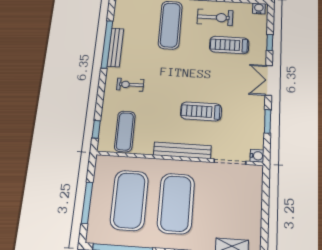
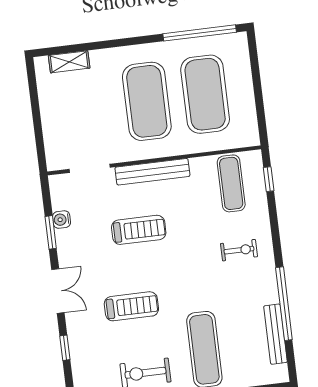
treadmill: (229, 45) -> (131, 306), moved
bench: (115, 47) -> (275, 334), moved
water cooler: (257, 156) -> (62, 220), moved
window: (87, 203) -> (257, 81), removed

